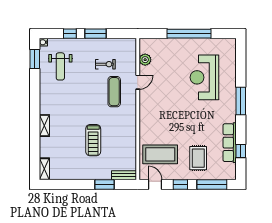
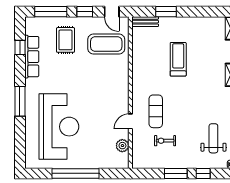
reception desk: (204, 77) -> (59, 127), width x1.36, depth x1.30

